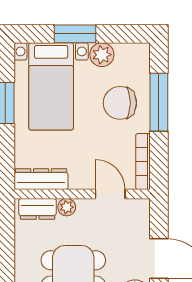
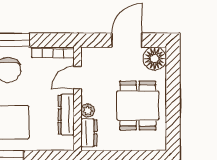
dresser: (41, 179) -> (66, 115), moved

